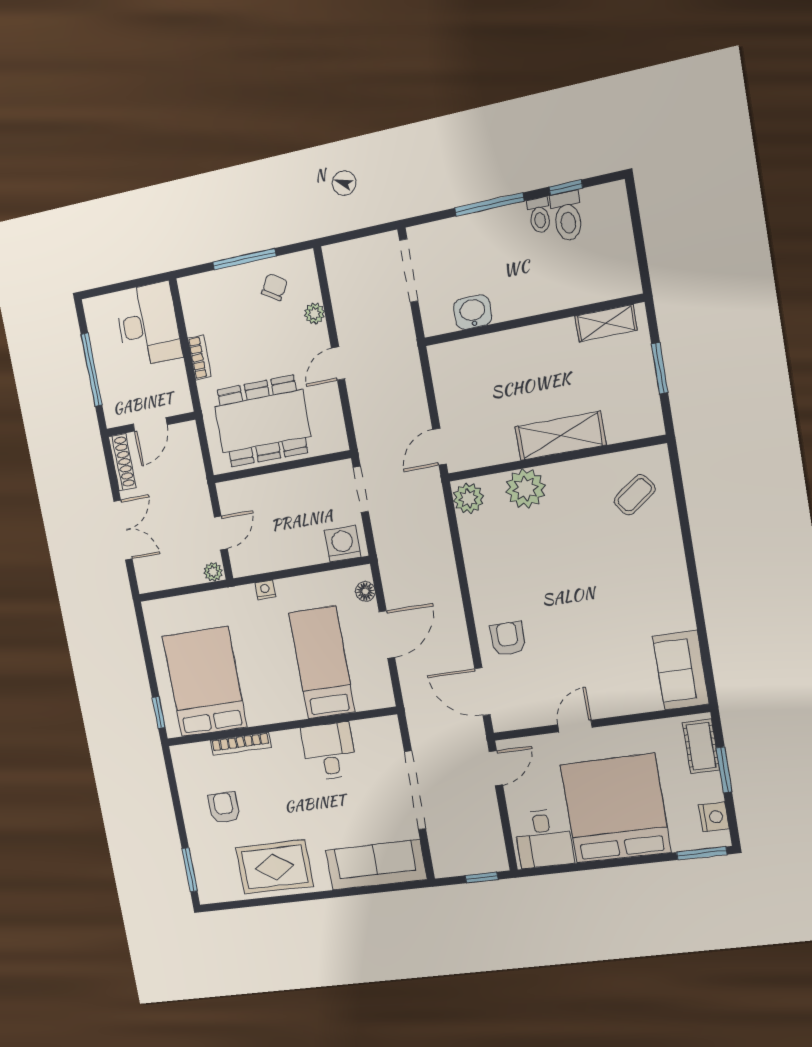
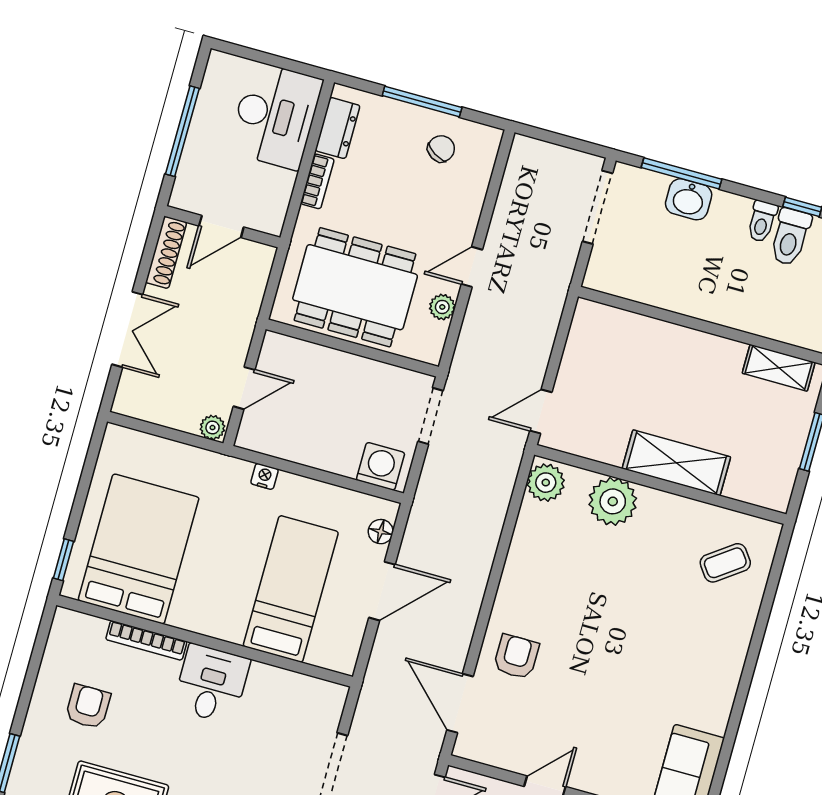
window: (489, 204) -> (681, 173), moved
dresser: (195, 311) -> (338, 128), added
washbasin: (473, 312) -> (689, 199), moved, turned 180
plant: (314, 314) -> (442, 307), moved
desk: (329, 751) -> (211, 684), moved

